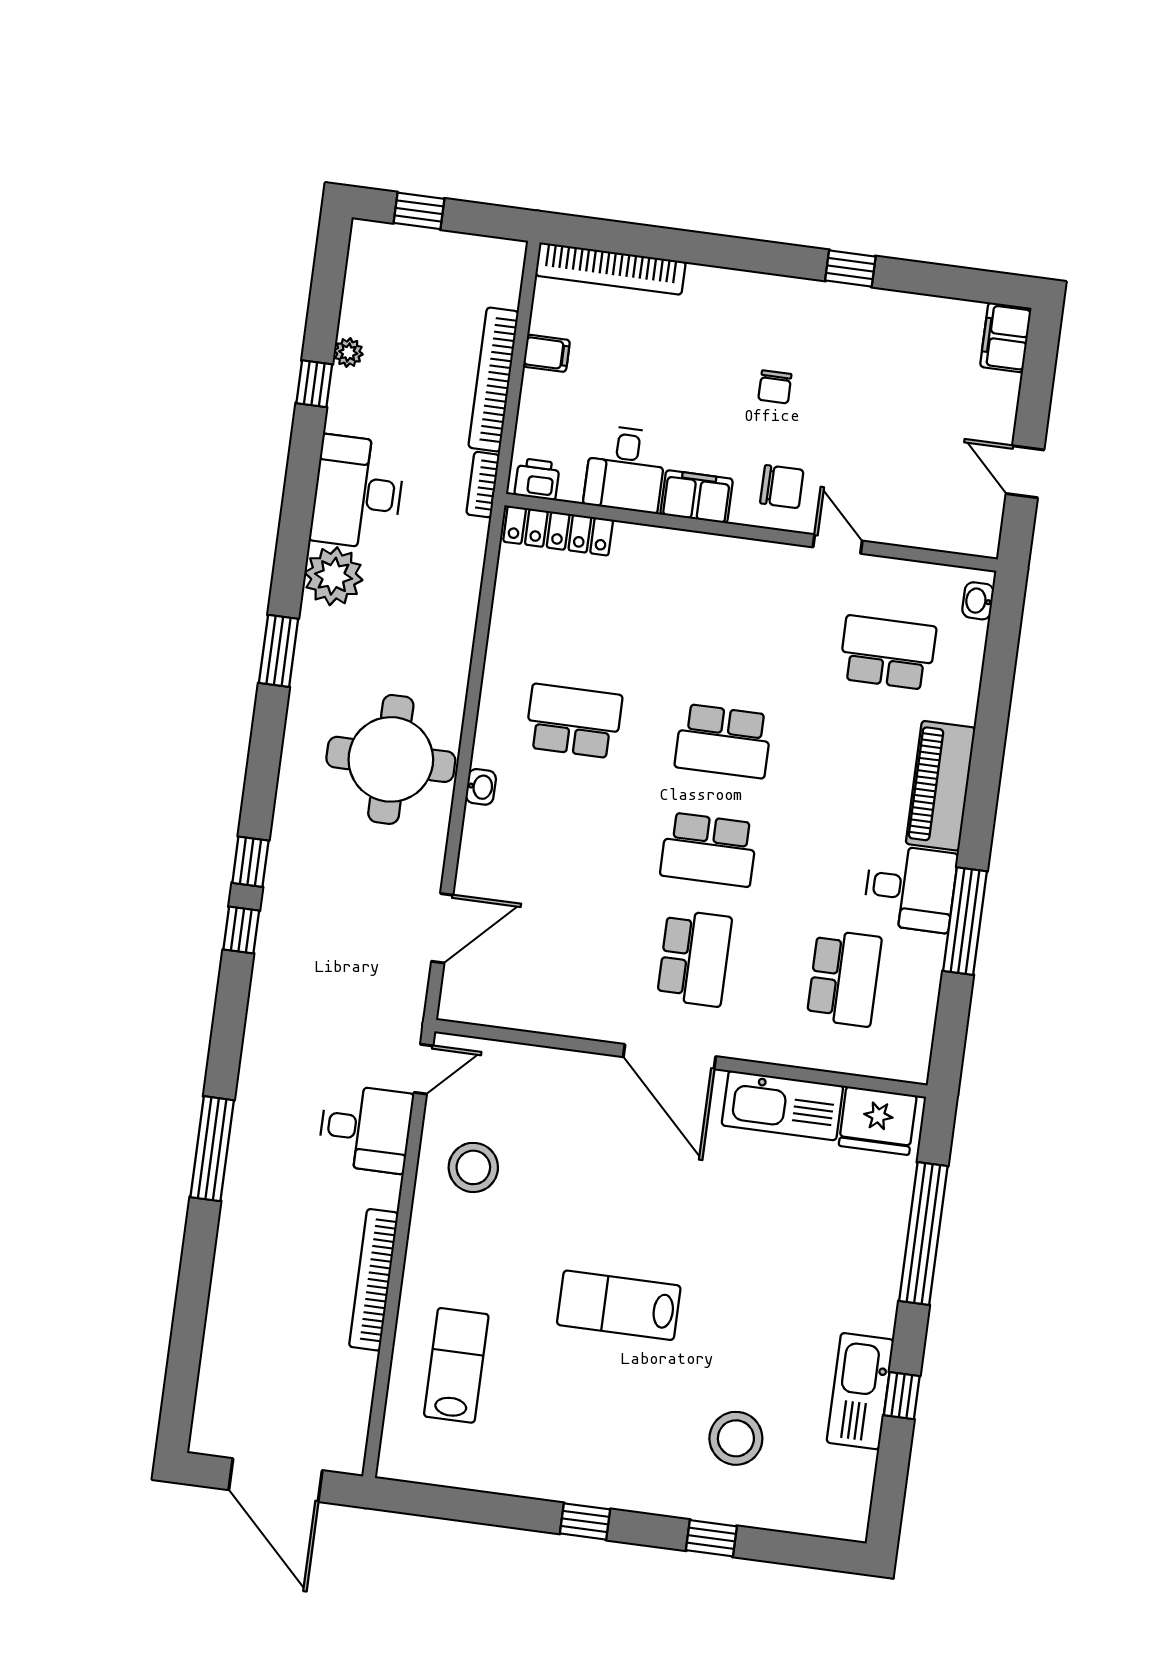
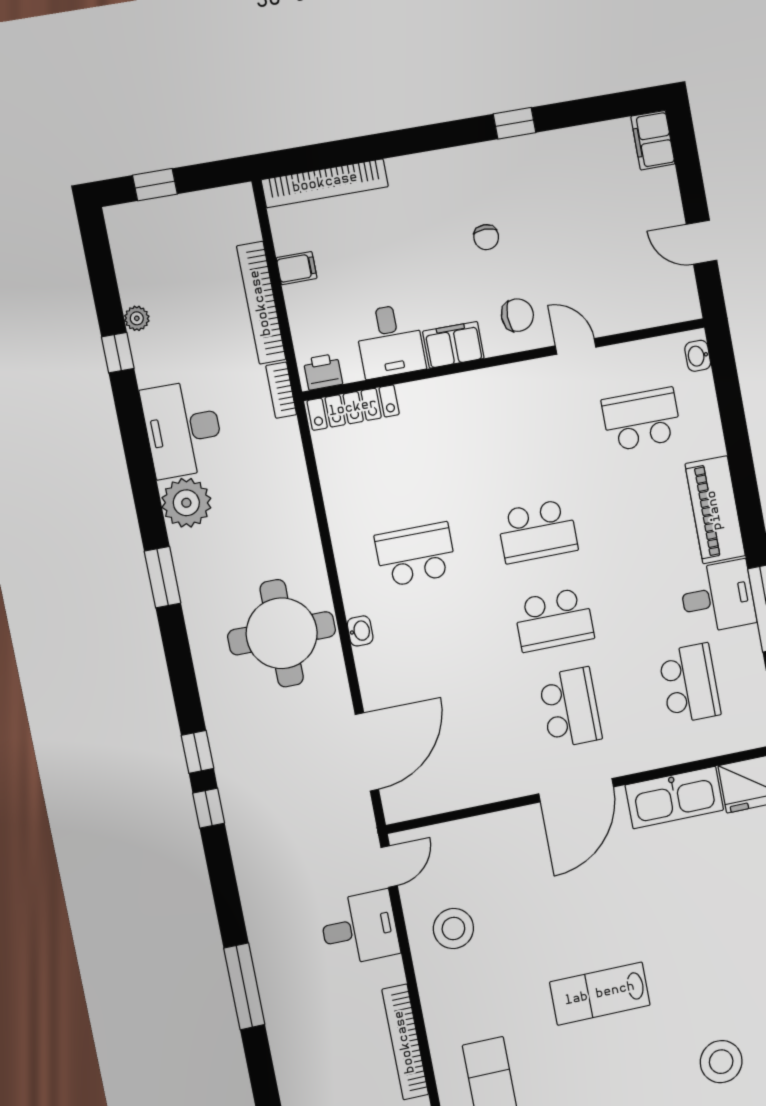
door: (442, 928) -> (367, 752), width x1.36
door: (669, 1057) -> (576, 790), hinge flipped

